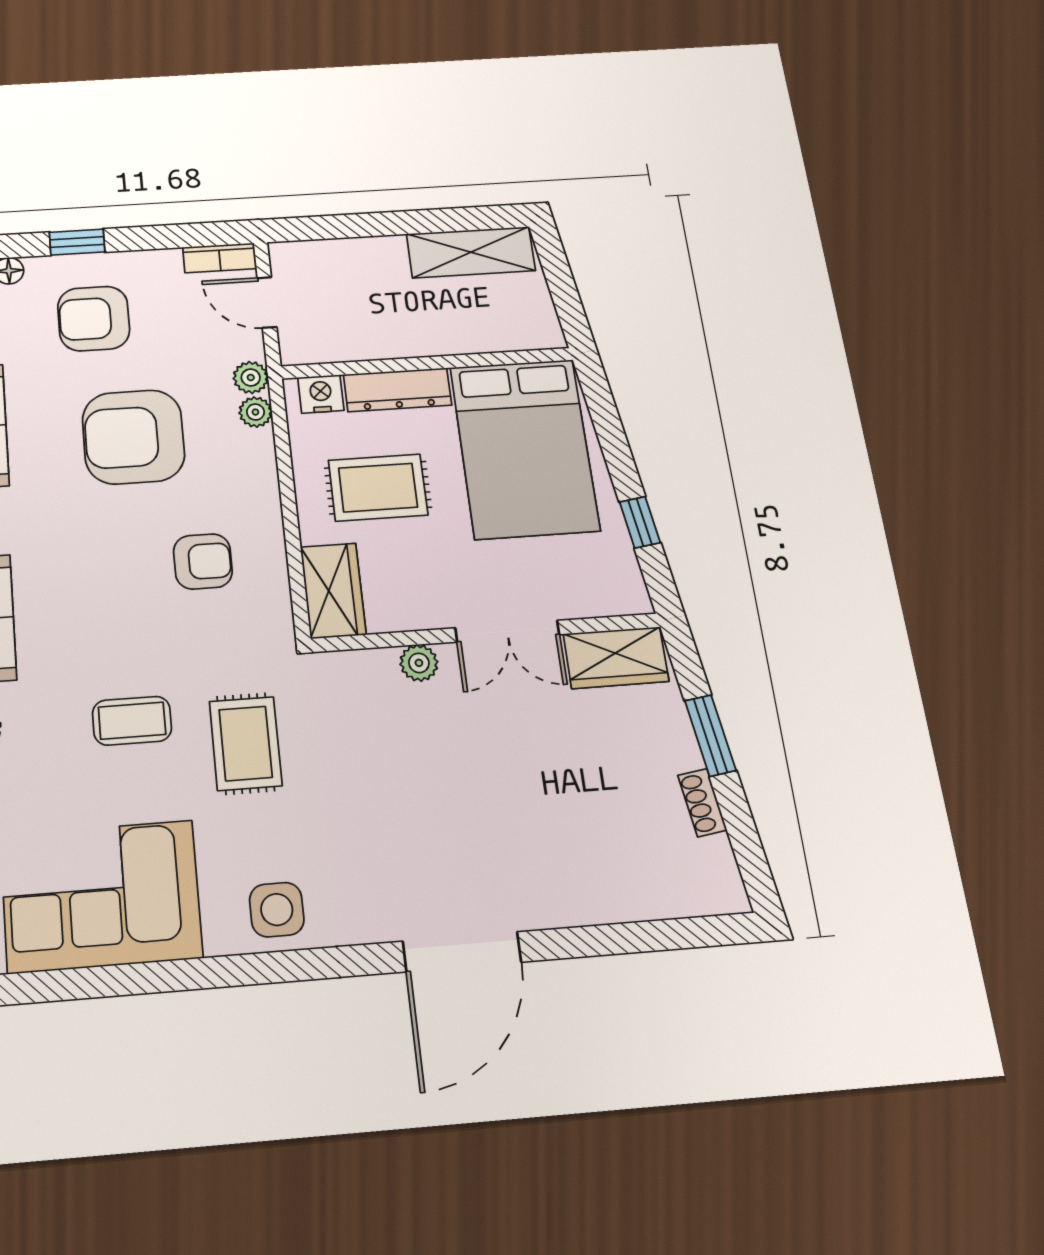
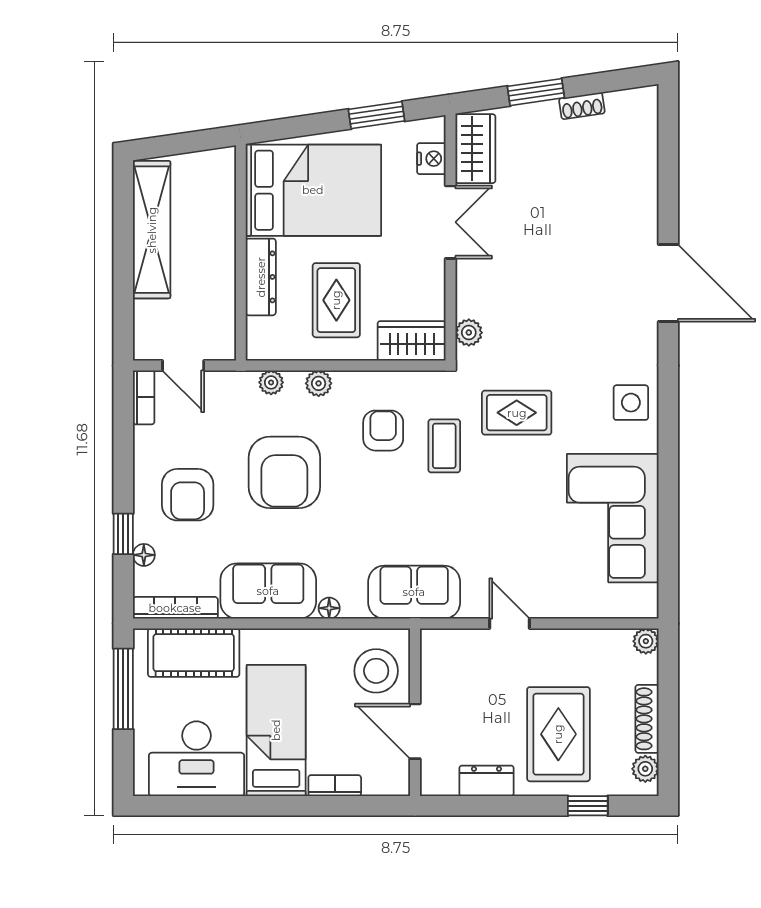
window: (77, 242) -> (123, 534), moved
shelving: (471, 252) -> (152, 230), width x1.47
door: (267, 302) -> (183, 365), hinge flipped
plant: (251, 377) -> (319, 383), moved
nightstand: (321, 394) -> (431, 159), moved, turned 180
window: (640, 522) -> (377, 115), width x1.50
plant: (419, 663) -> (469, 333), moved
coffee table: (132, 721) -> (444, 446), moved

